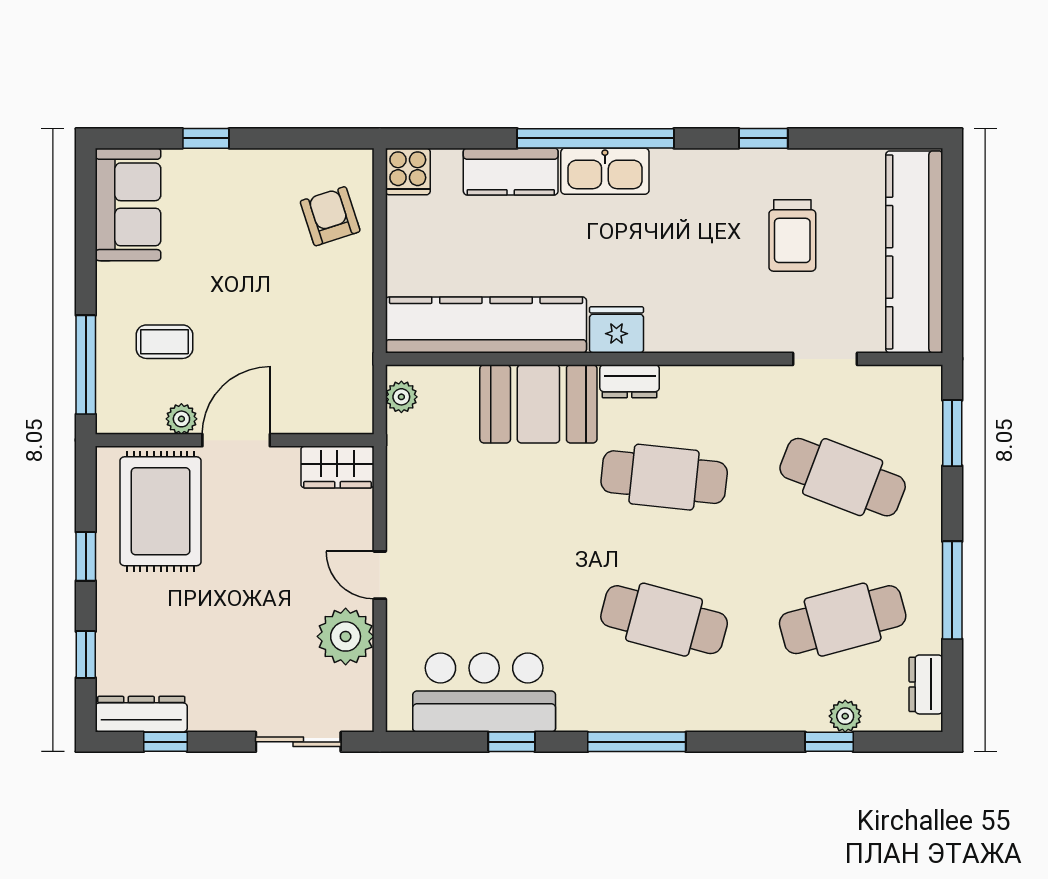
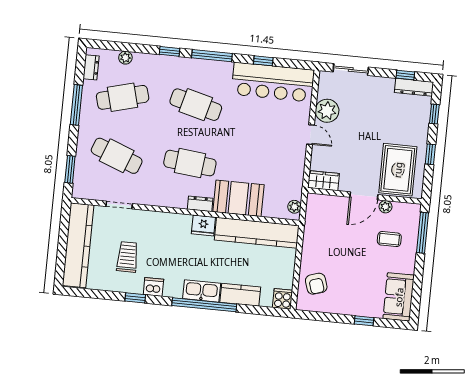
dishwasher: (722, 169) -> (153, 287), added
bar counter: (484, 693) -> (273, 82), width x1.36
window: (829, 742) -> (170, 51), moved

